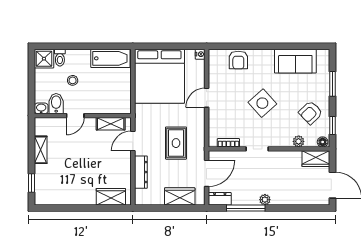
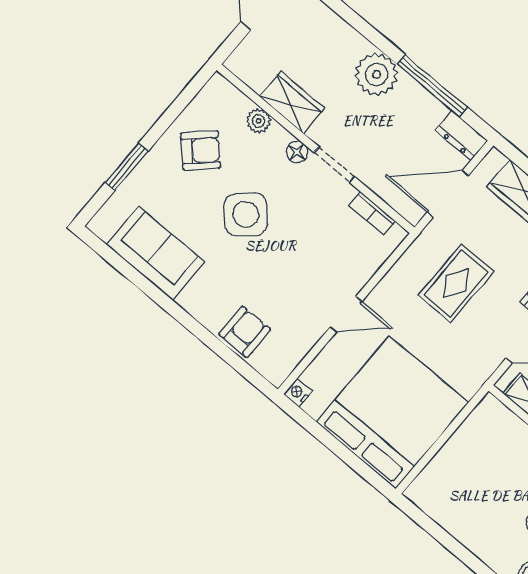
bathtub: (110, 58) -> (447, 507), removed
side table: (262, 103) -> (246, 214), moved
window: (333, 125) -> (183, 100), removed
floor lamp: (323, 142) -> (297, 152), moved
wardrobe: (316, 159) -> (292, 102), moved
plant: (265, 200) -> (377, 74), width x1.87, depth x1.87

